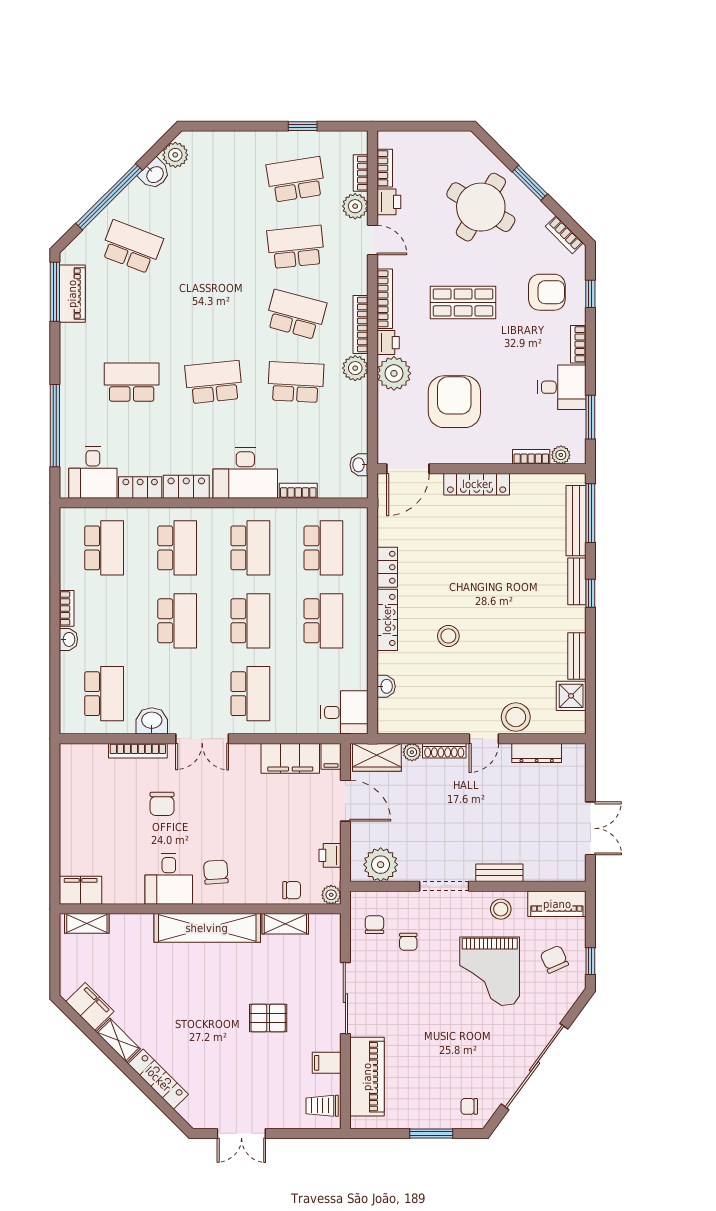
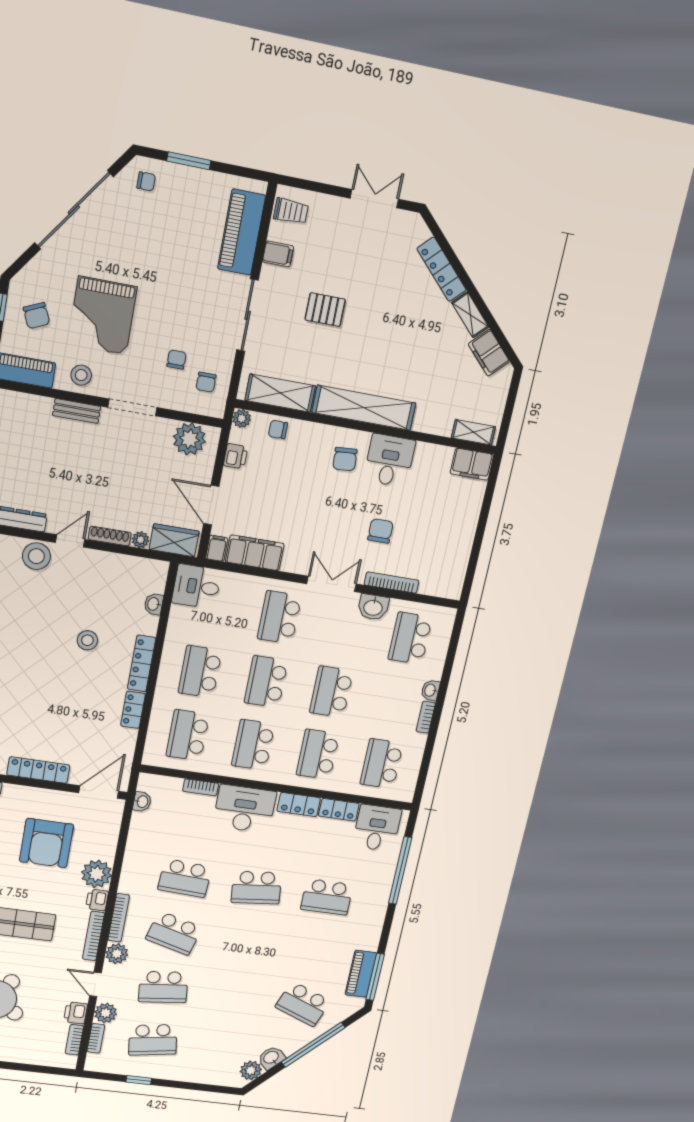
plant: (355, 368) -> (117, 954), moved
shelving: (285, 924) -> (280, 393), width x1.50, depth x1.33
grand piano: (490, 971) -> (102, 316), turned 180

